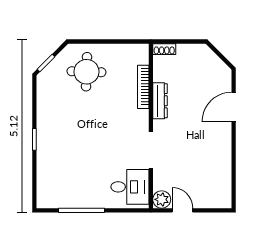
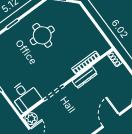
round table: (86, 72) -> (42, 35), moved
door: (234, 107) -> (111, 120), hinge flipped

